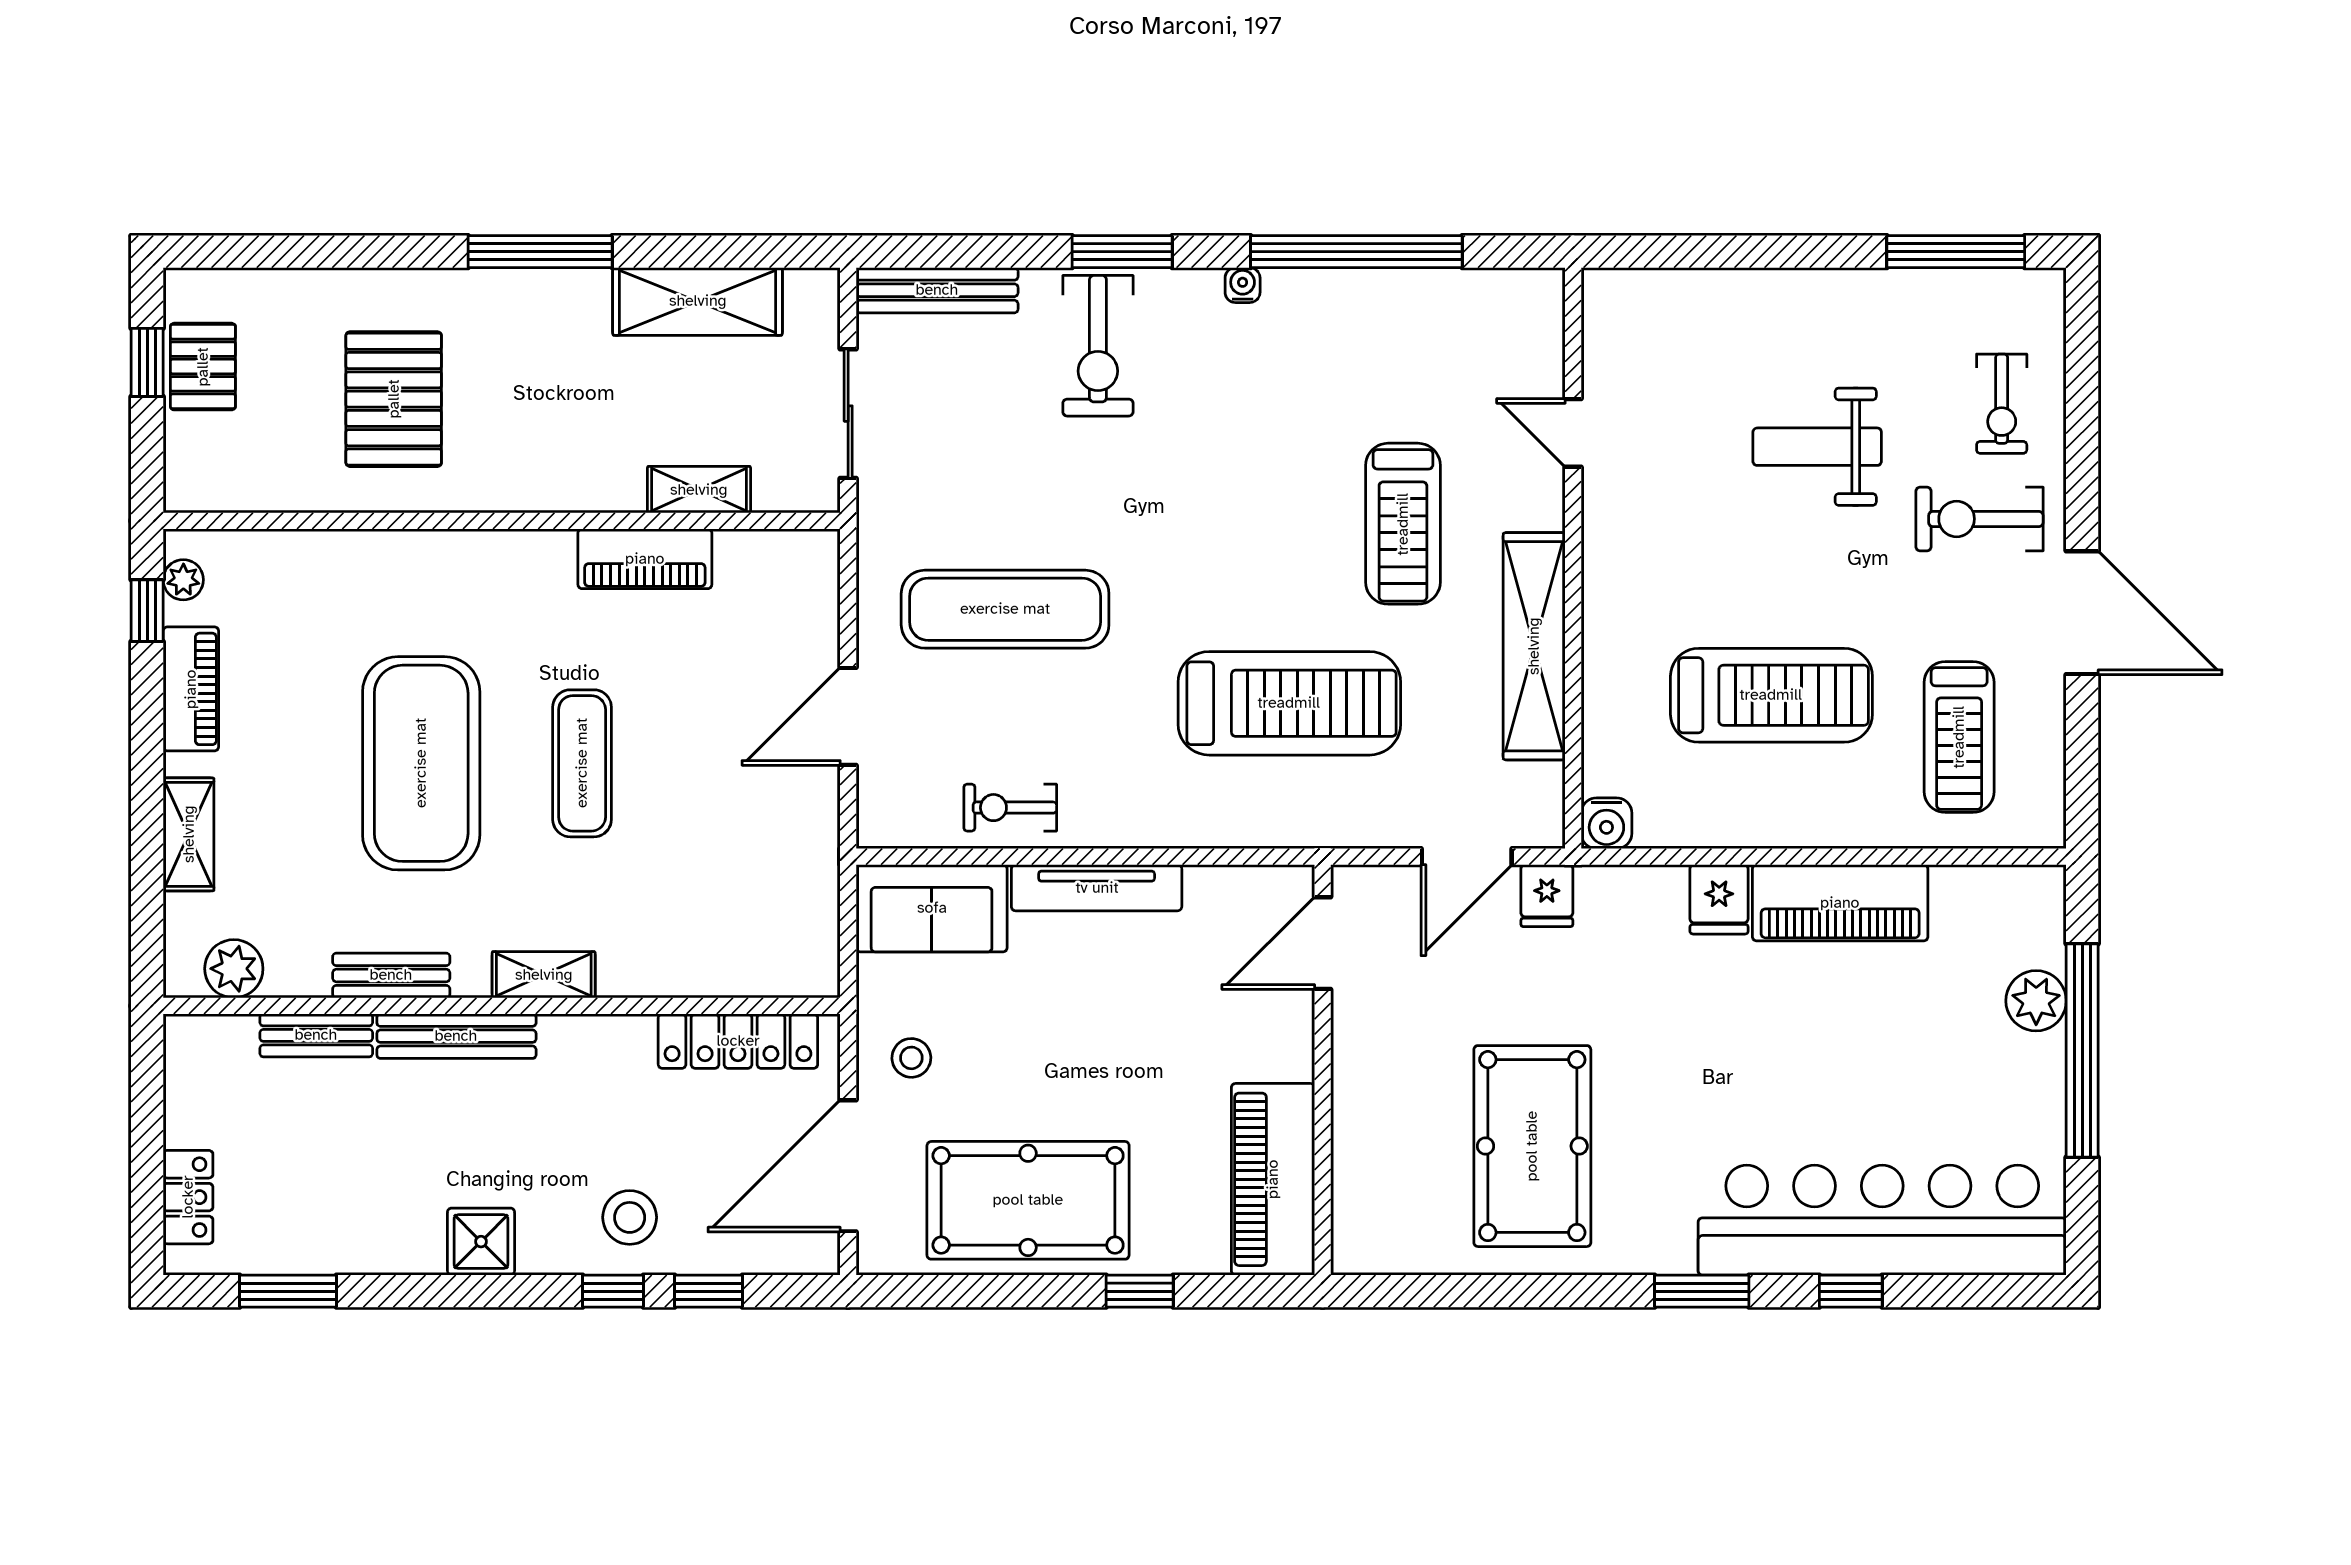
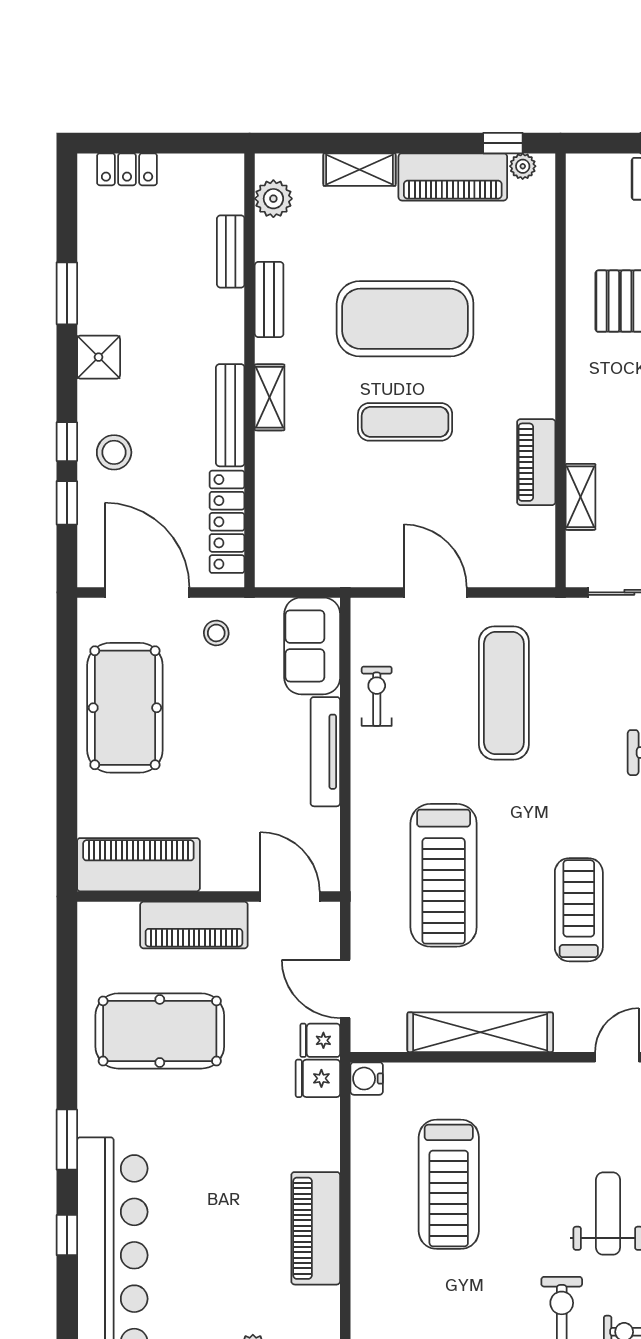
treadmill: (1403, 524) -> (579, 910), moved, turned 90
piano: (191, 689) -> (453, 177), width x1.37, depth x1.33
treadmill: (1959, 737) -> (422, 1305), removed
fridge: (1719, 899) -> (318, 1078), moved
bench: (456, 1036) -> (230, 415), moved
piano: (1367, 1093) -> (194, 925), added
window: (288, 1291) -> (67, 293), moved
window: (1140, 1291) -> (67, 779), removed

